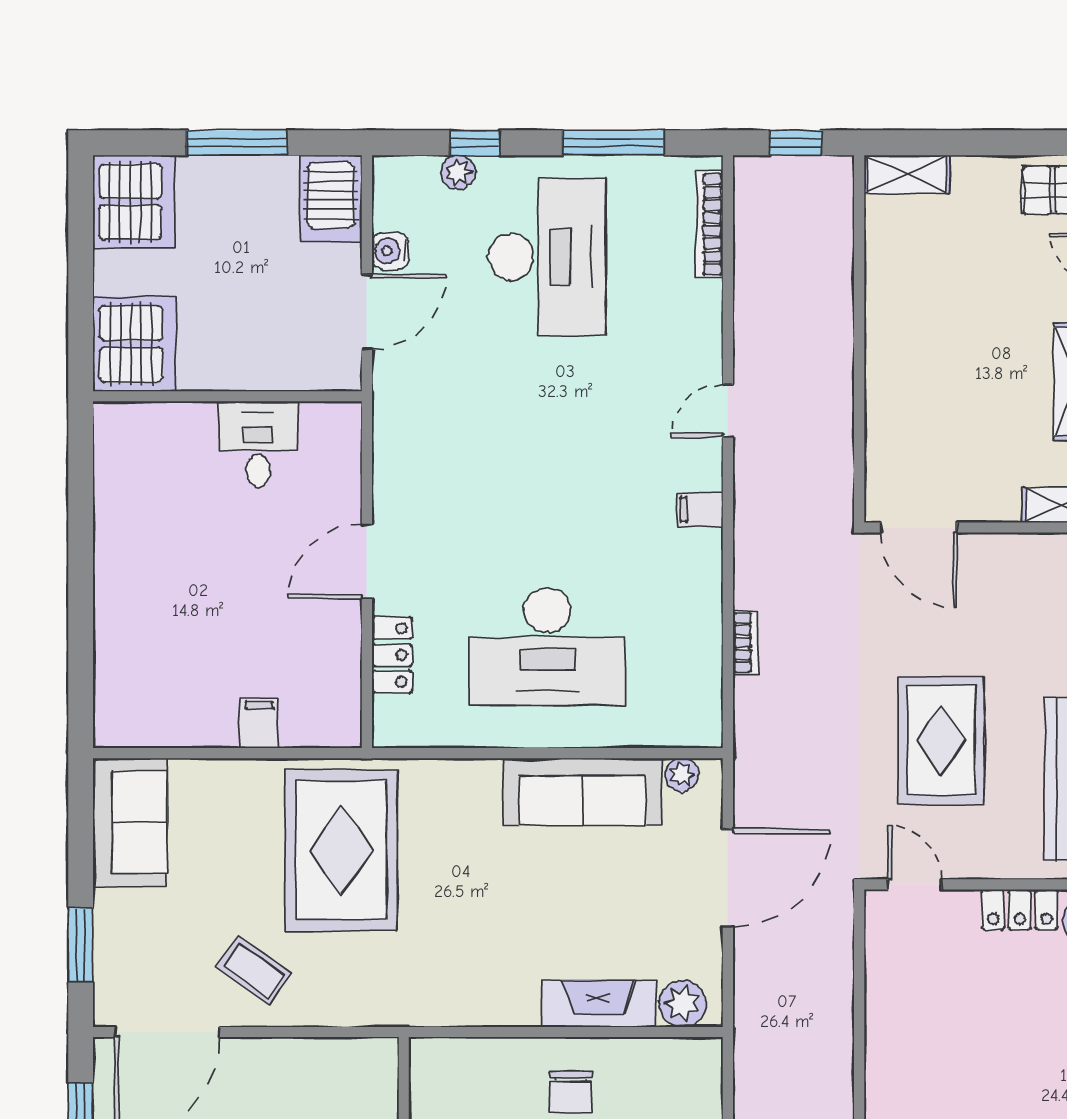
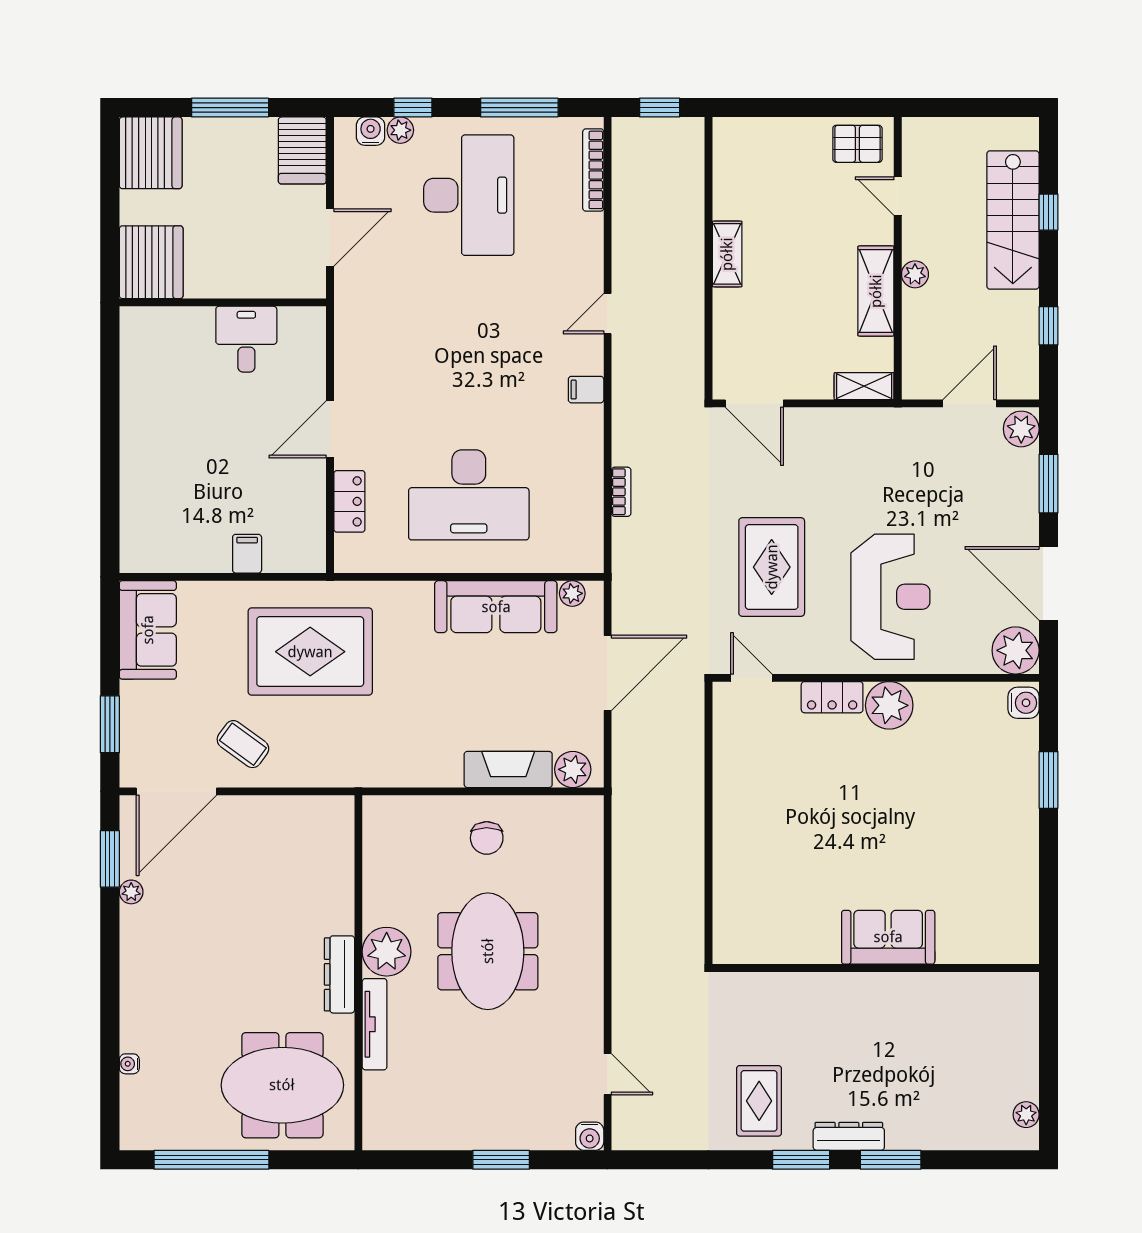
shelving: (907, 174) -> (727, 254), moved, turned 90
water cooler: (390, 251) -> (371, 131), moved, turned 90
rug: (341, 850) -> (310, 652), turned 90

